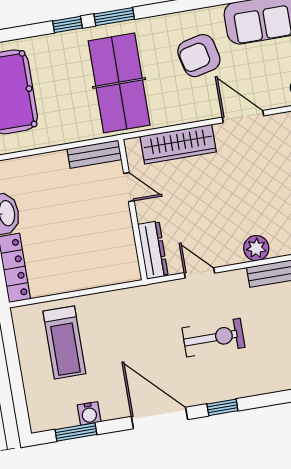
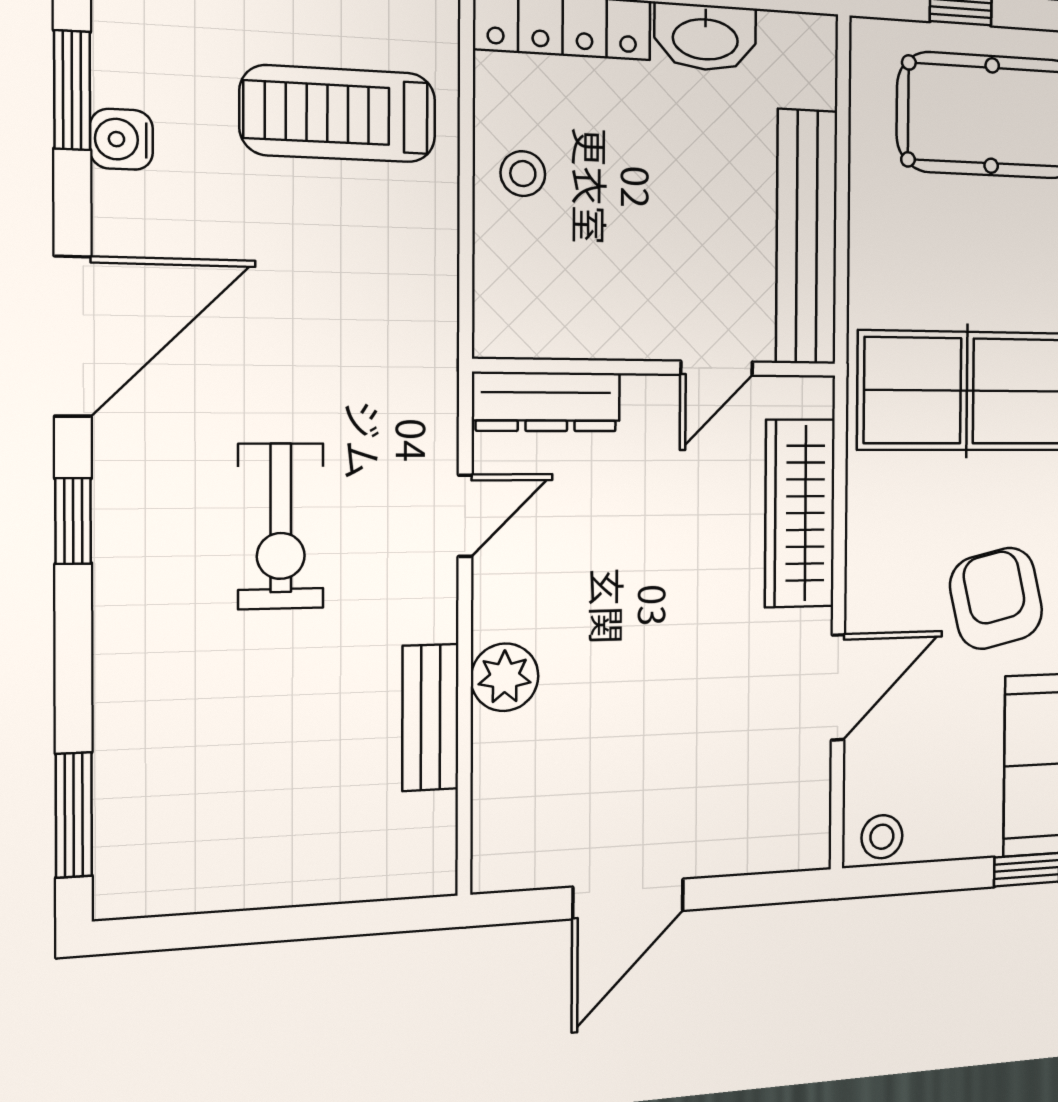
bench: (94, 154) -> (807, 237), width x1.86, depth x1.21
stool: (71, 273) -> (523, 174), added

